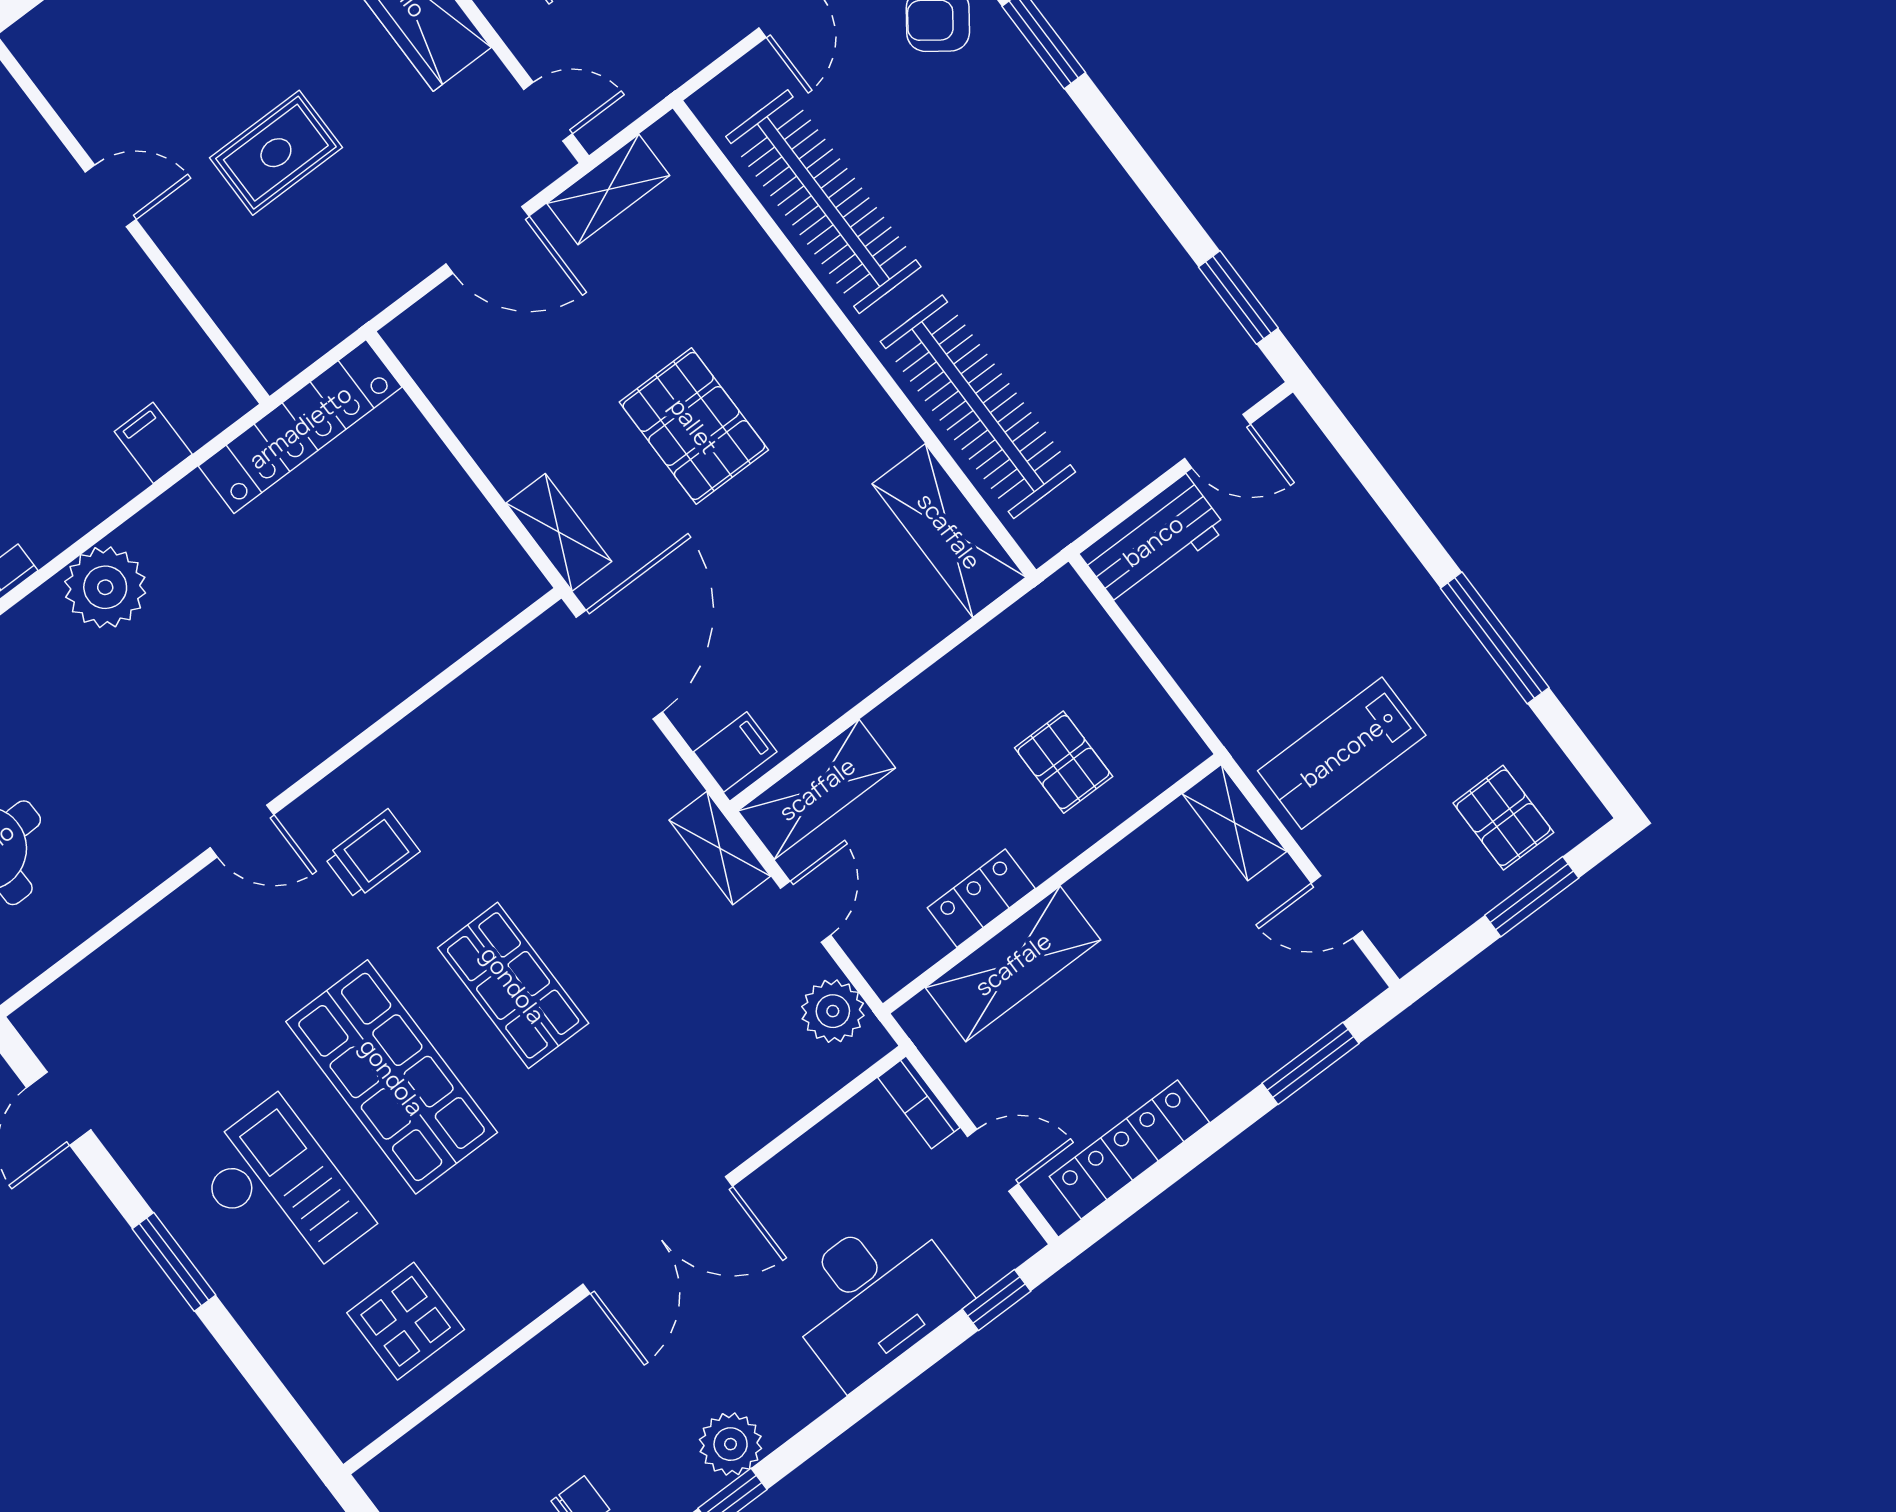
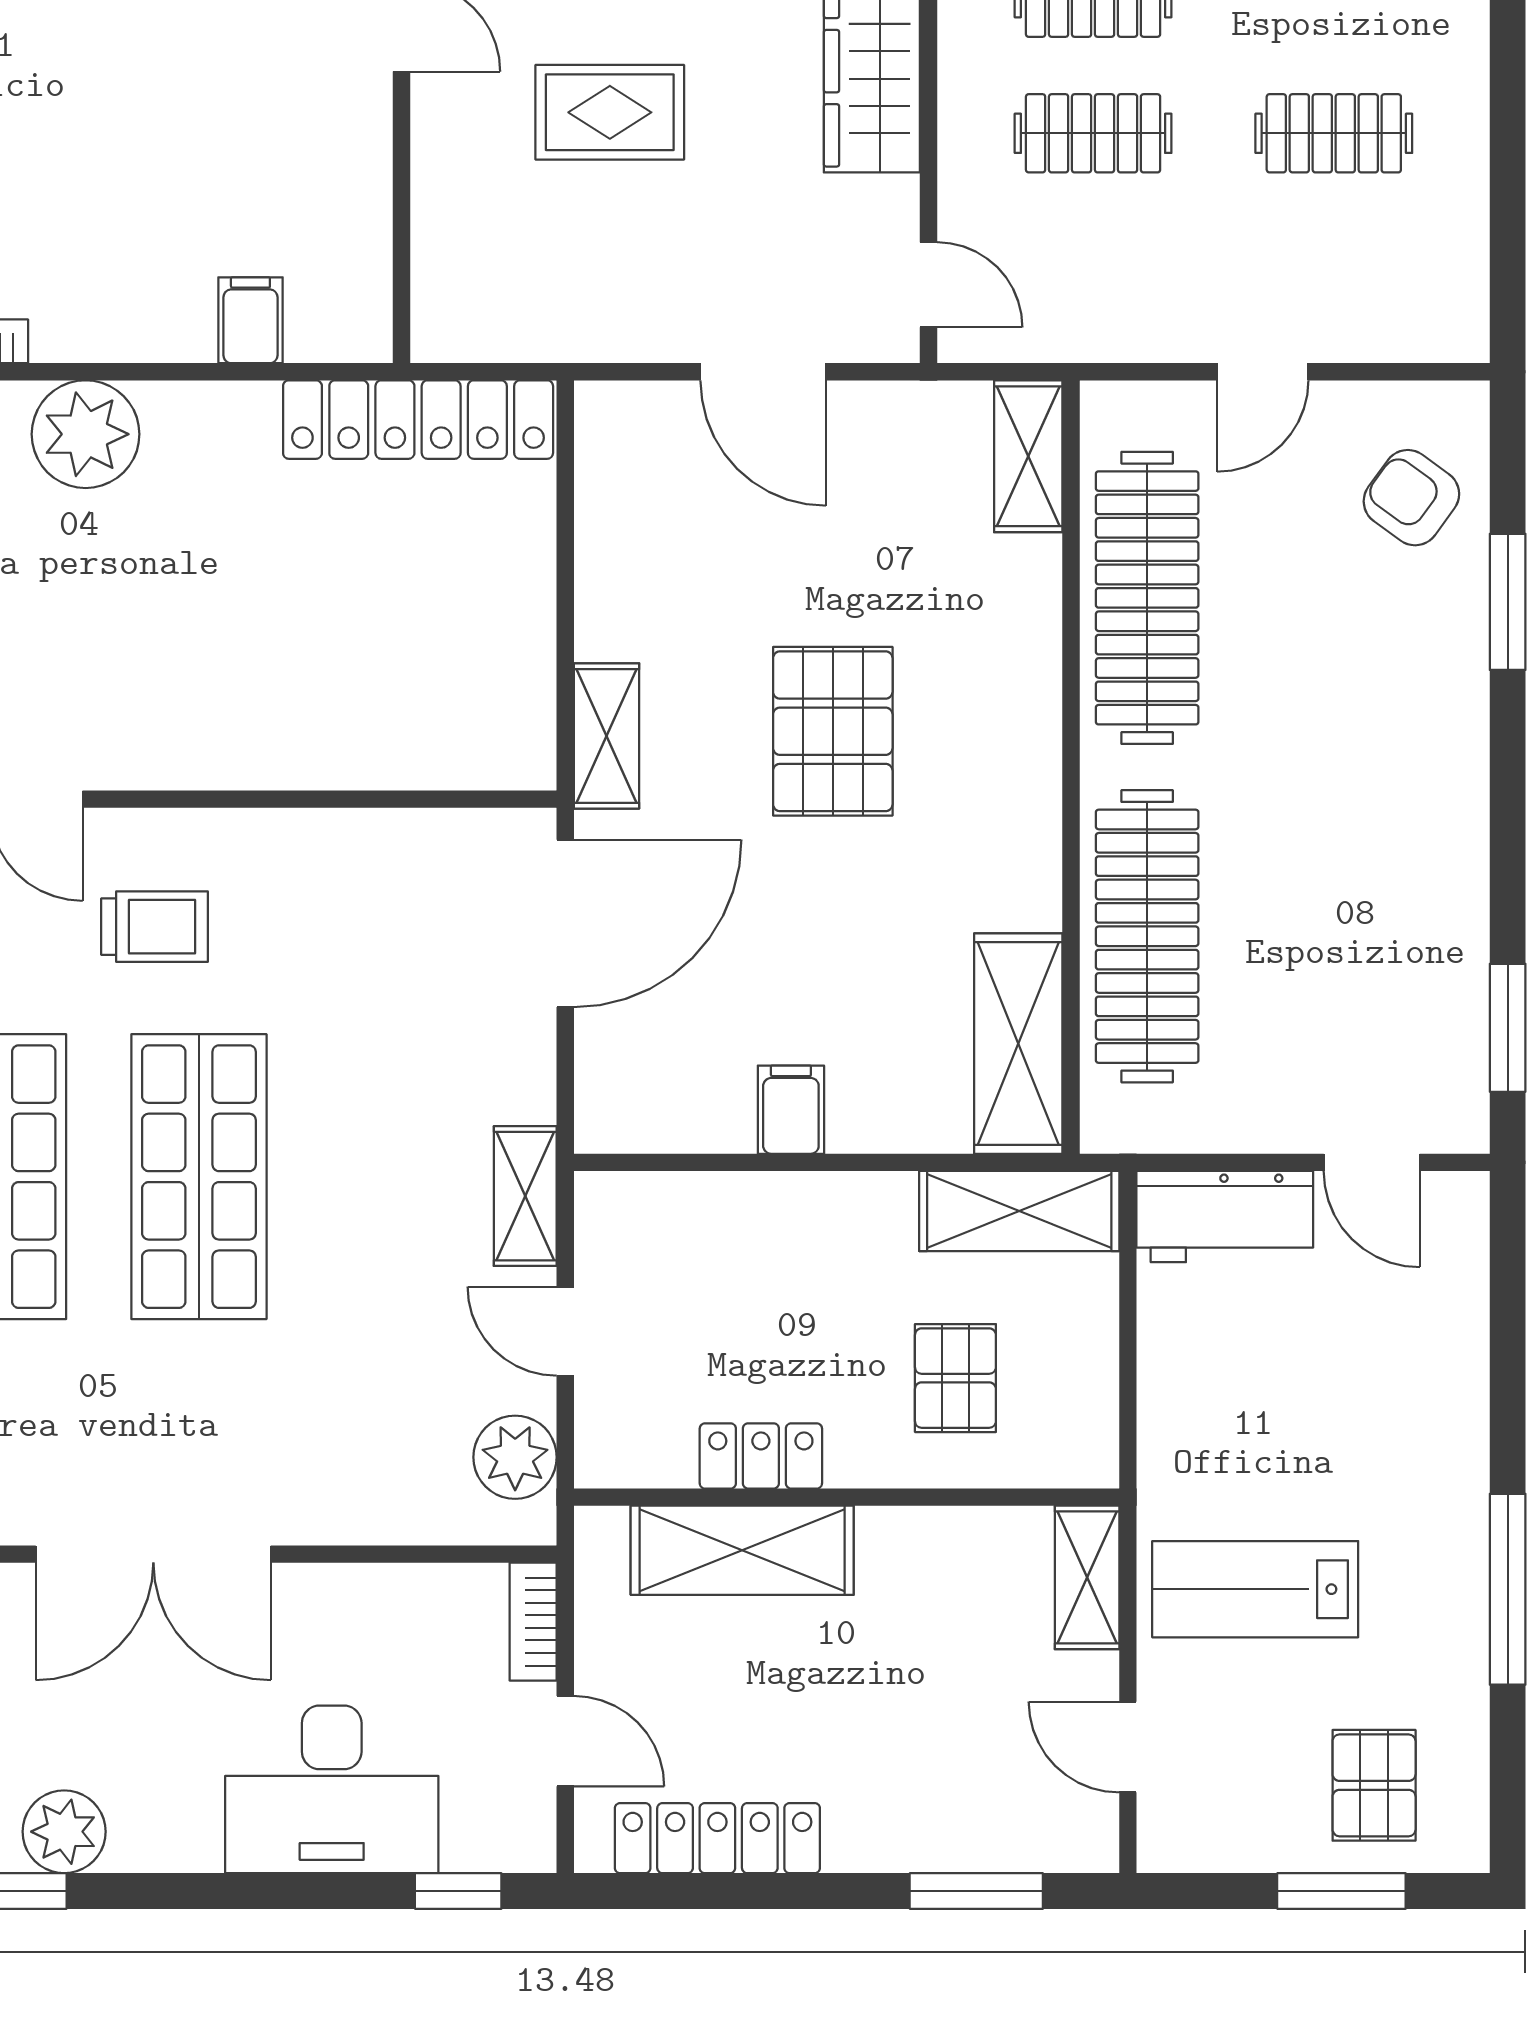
shelving: (608, 189) -> (1028, 456), moved, turned 90
filing cabinet: (735, 752) -> (791, 1110), moved, turned -90
shelving: (817, 789) -> (1019, 1211), moved
door: (806, 912) -> (565, 1331), swing flipped
shop shelf: (513, 985) -> (199, 1177), width x1.43, depth x1.36

